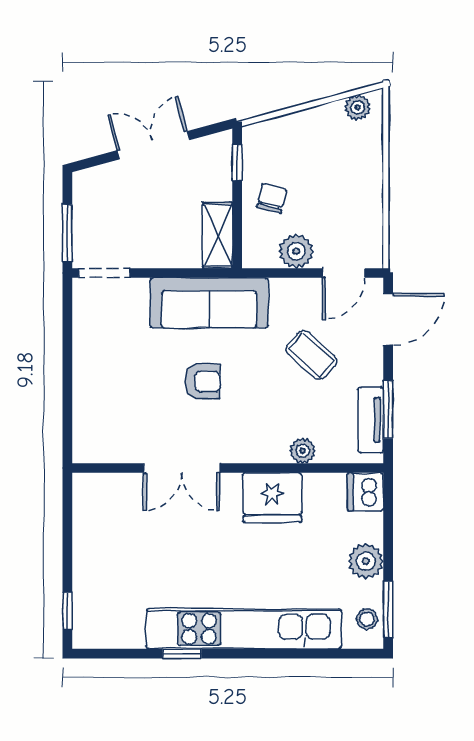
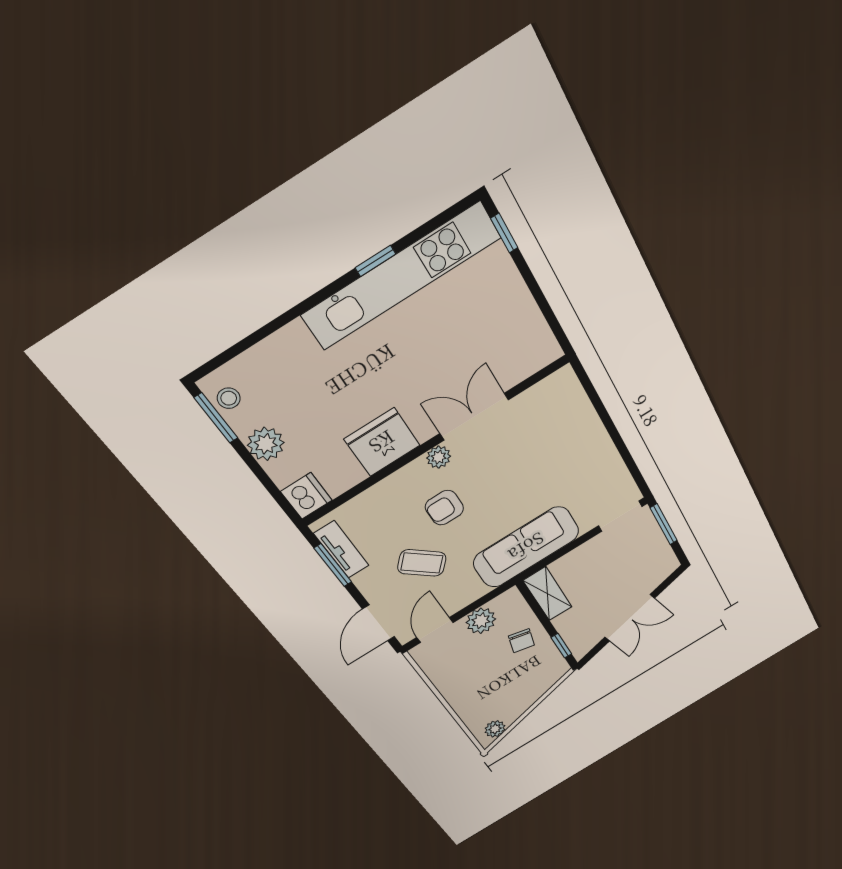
armchair: (203, 381) -> (444, 508), moved
plant: (303, 451) -> (439, 457), moved
kitchen unit: (244, 629) -> (401, 276), moved

